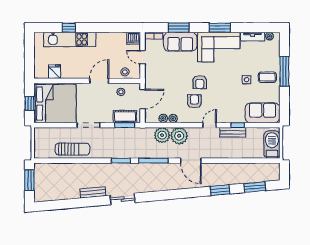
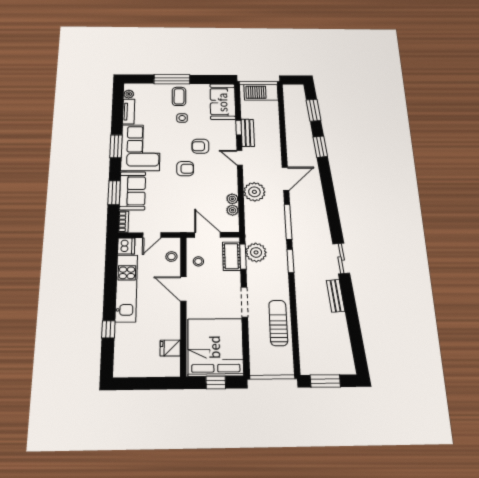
kitchen unit: (70, 39) -> (126, 288), moved
armchair: (194, 101) -> (200, 146), moved
plant: (162, 135) -> (256, 252), moved

